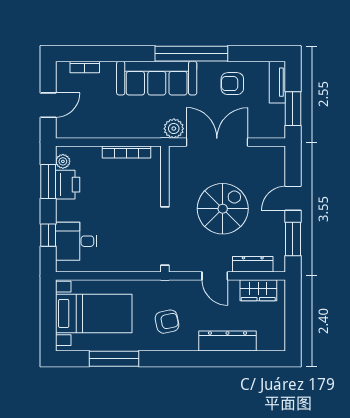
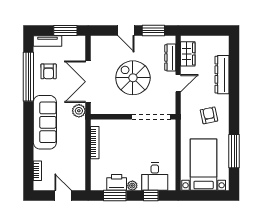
window: (191, 54) -> (28, 77), moved
plant: (63, 161) -> (132, 186), moved

